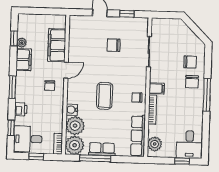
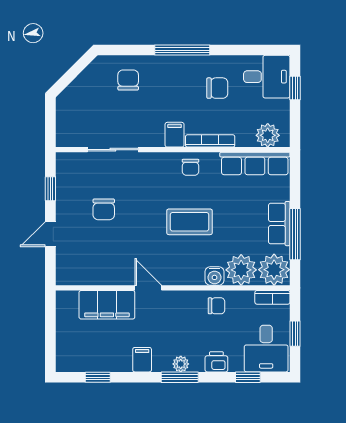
plant: (22, 43) -> (181, 364), moved
filing cabinet: (24, 60) -> (142, 360), width x0.50
chair: (192, 82) -> (217, 88), moved
chair: (50, 86) -> (217, 306), moved

